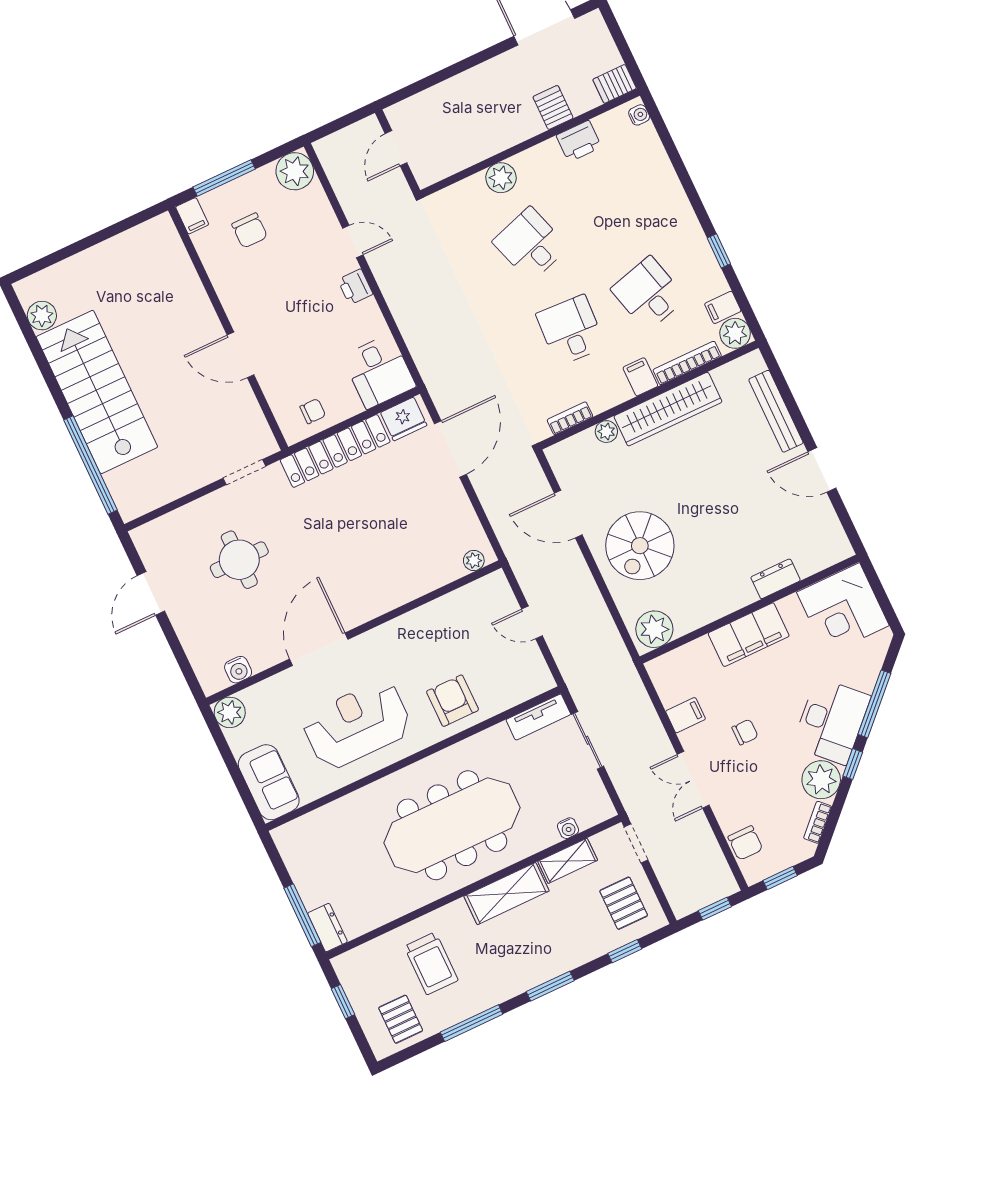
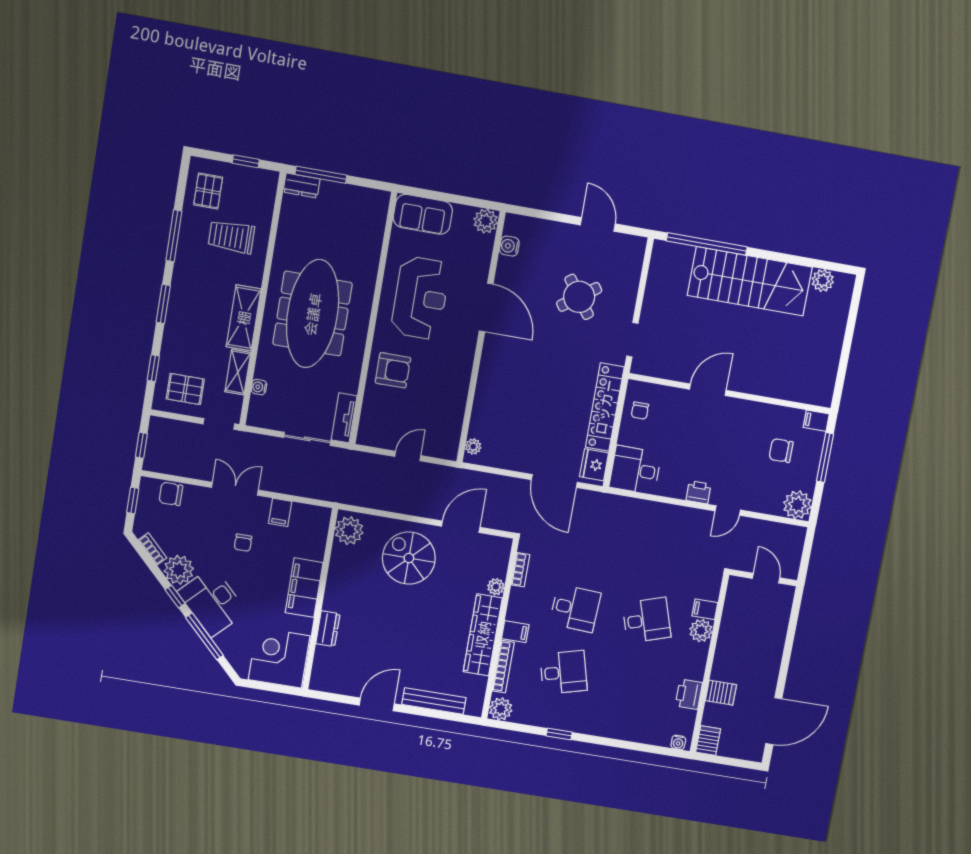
filing cabinet: (723, 307) -> (705, 609), moved, turned -90
round table: (239, 560) -> (579, 297), turned -36
pallet: (401, 1019) -> (208, 191), turned 90

